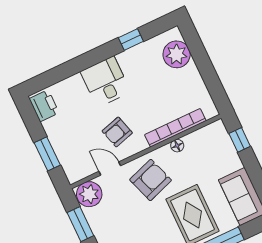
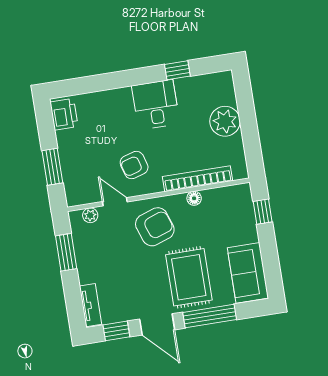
plant: (177, 54) -> (225, 121), moved
desk: (105, 82) -> (156, 105), moved
plant: (89, 194) -> (90, 215), width x0.53, depth x0.53

